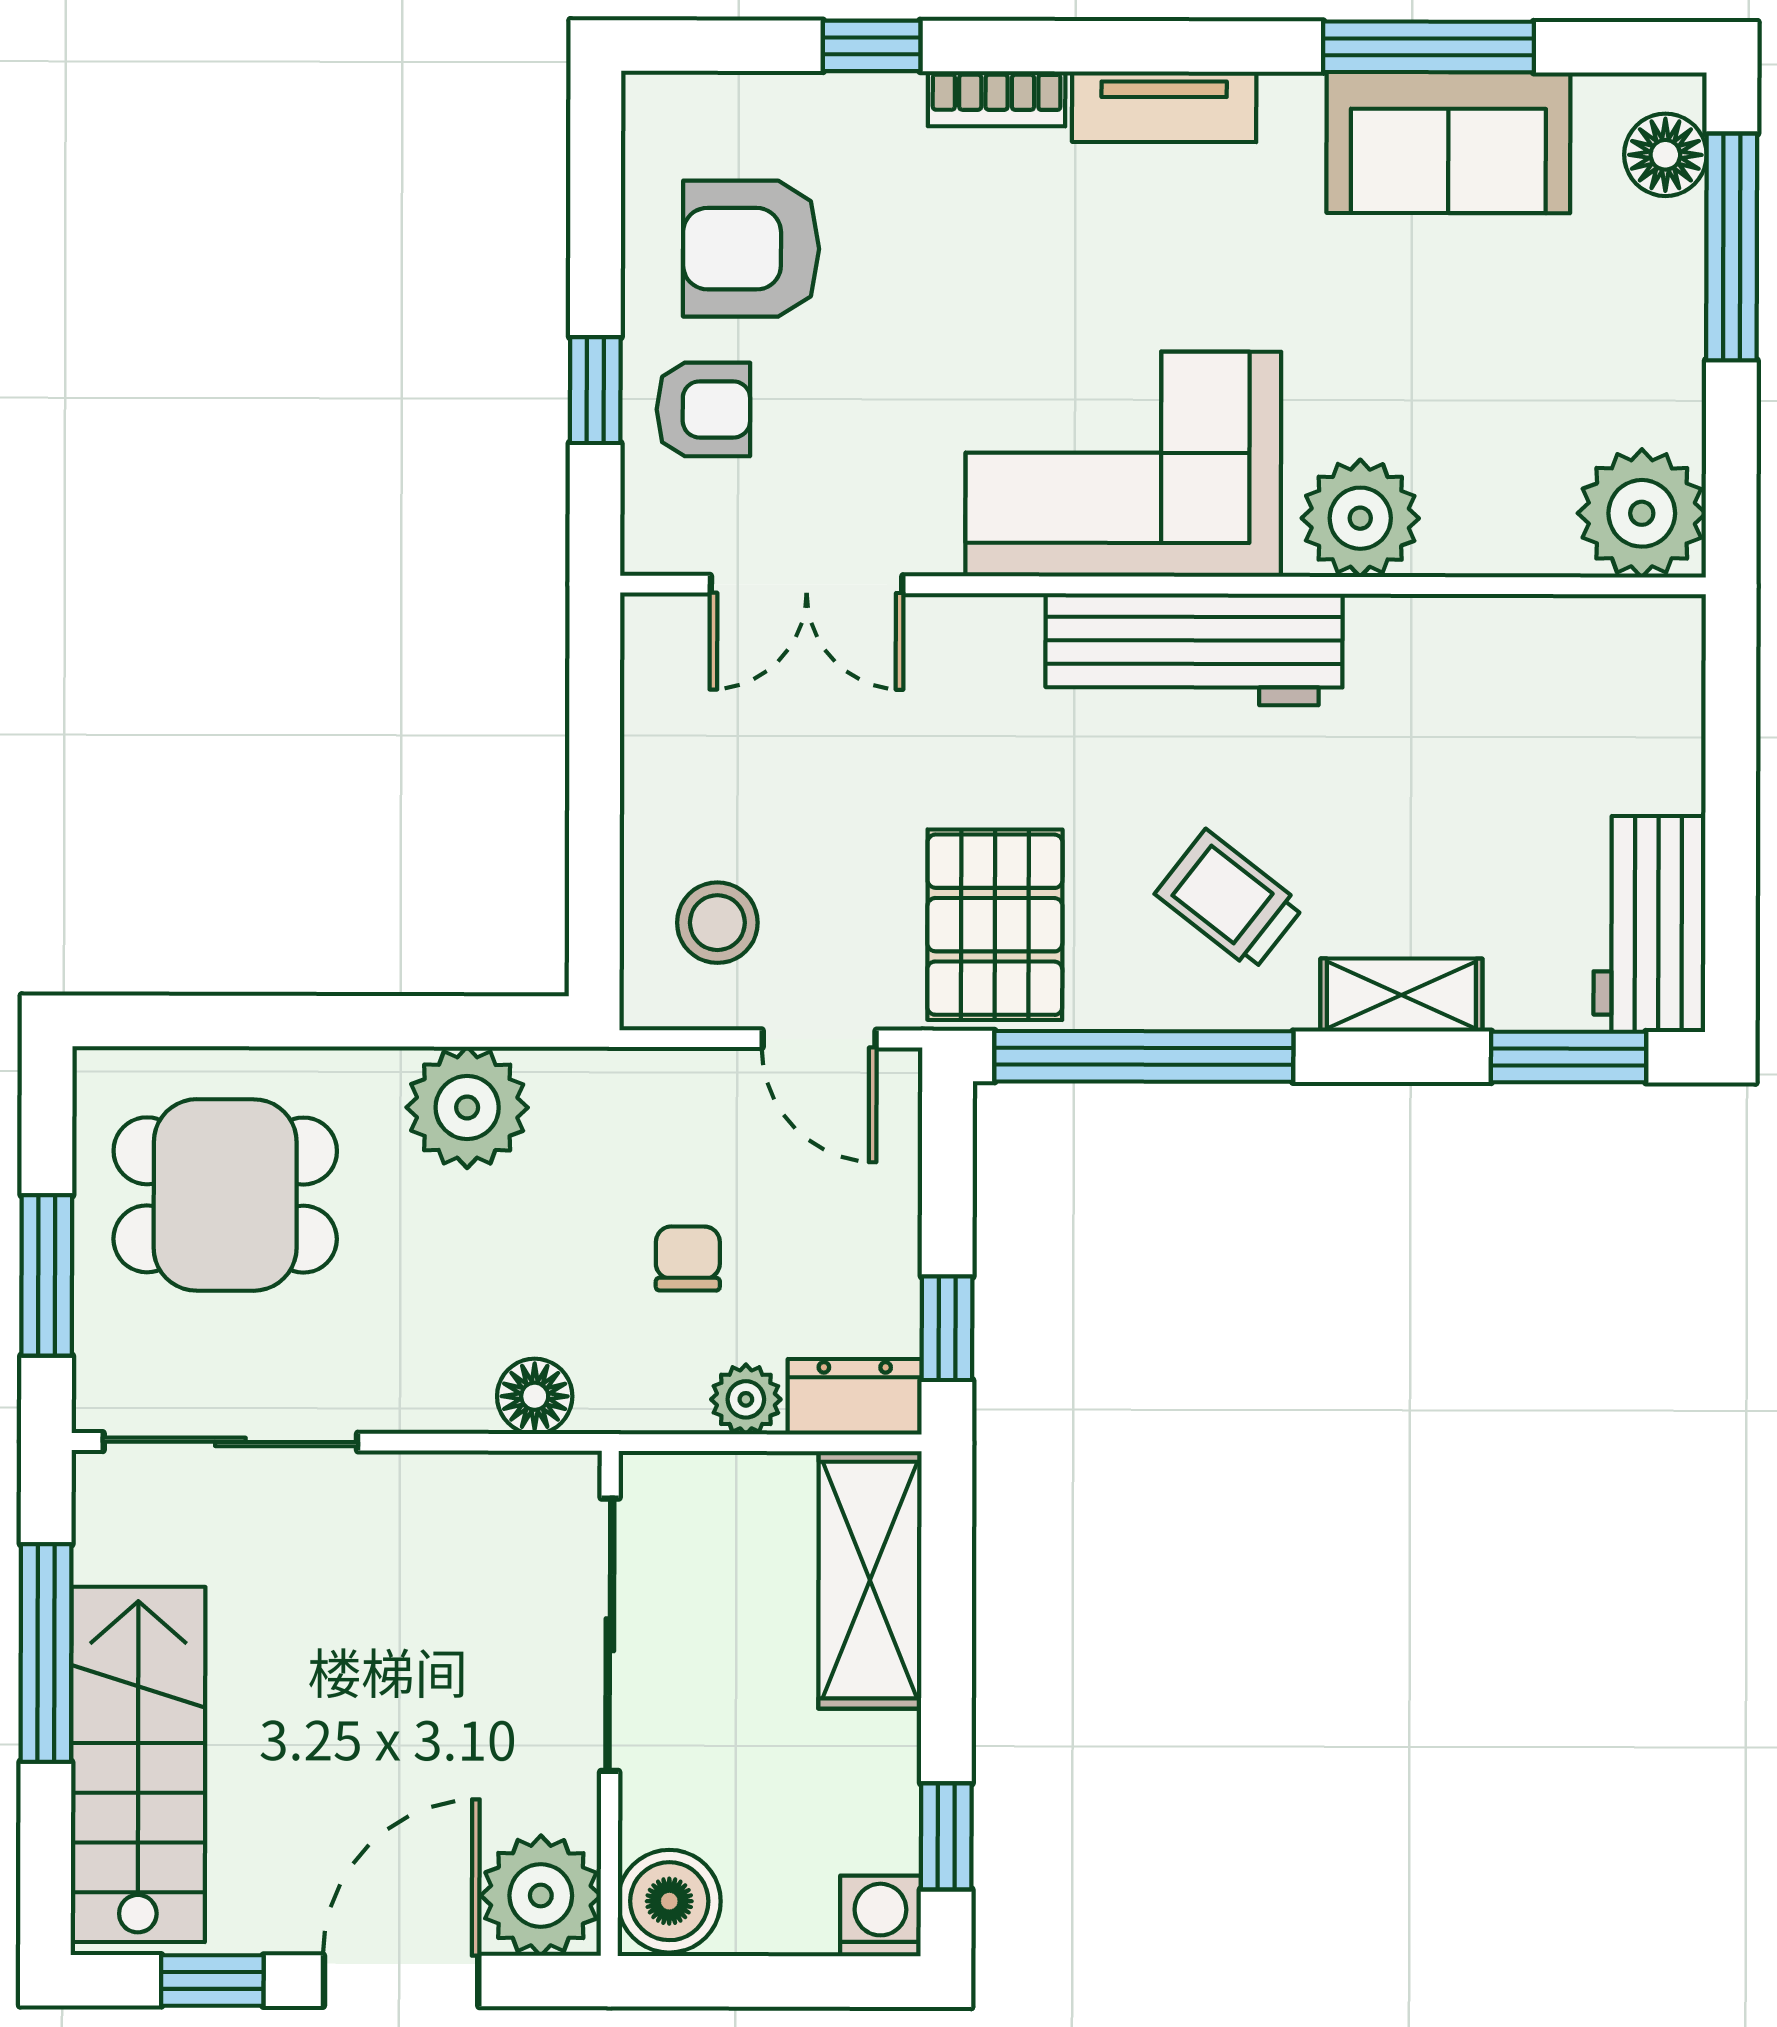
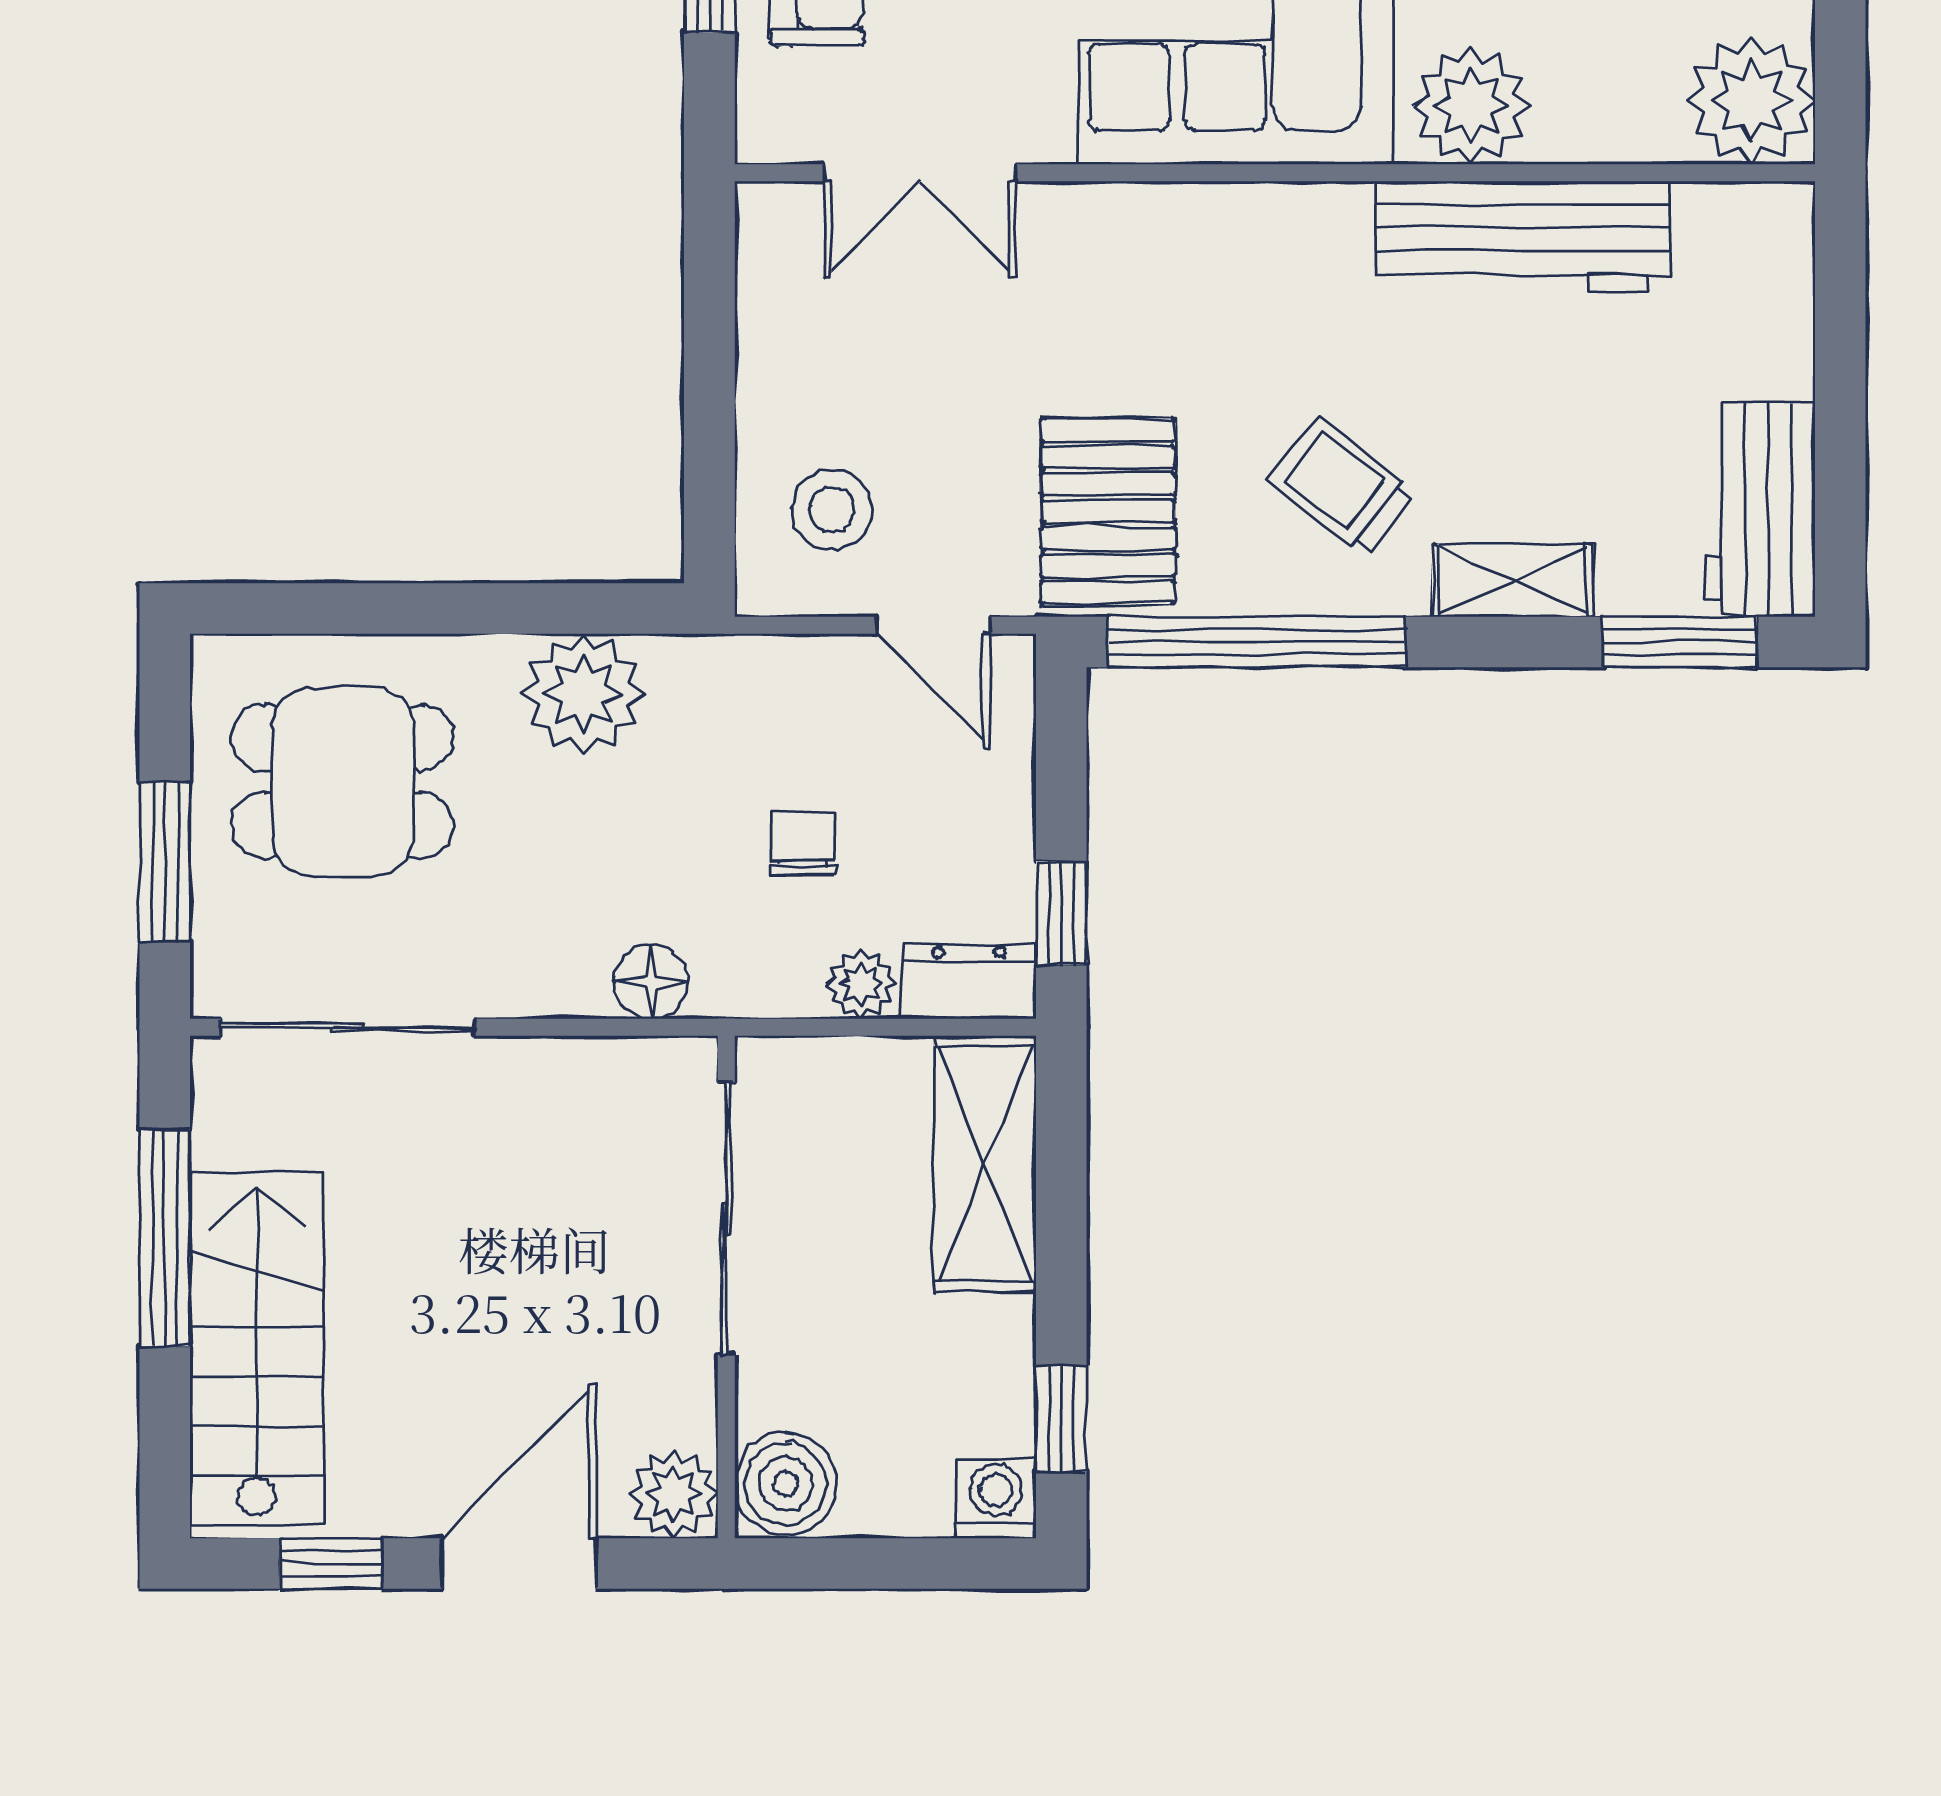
workbench: (1194, 649) -> (1523, 237), moved
plant: (541, 1896) -> (674, 1494), width x0.73, depth x0.73

